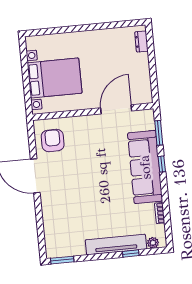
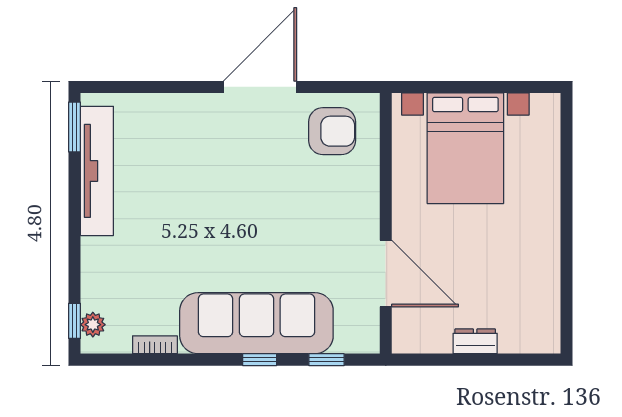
dresser: (141, 42) -> (475, 341), moved
window: (159, 133) -> (326, 360), width x0.67
tv unit: (116, 244) -> (97, 171), moved
window: (131, 254) -> (74, 321), moved

